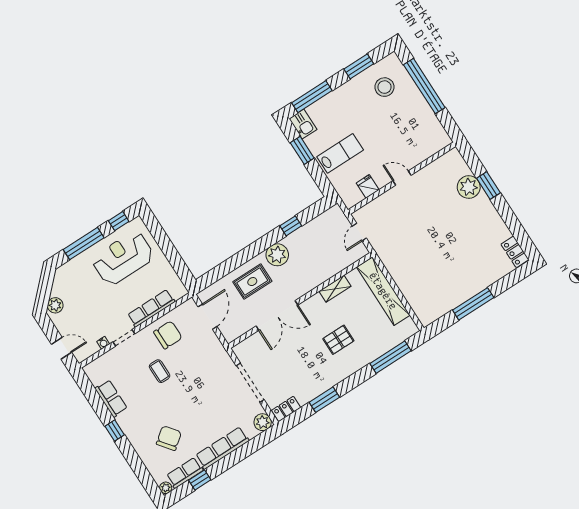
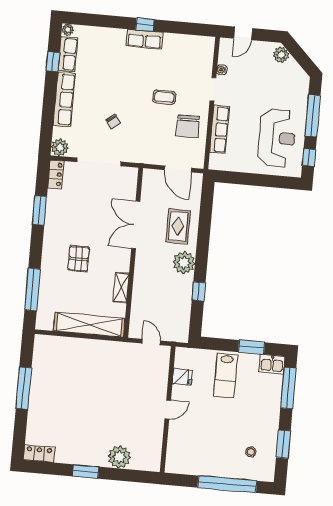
stool: (384, 87) -> (251, 452), width x0.53, depth x0.53
window: (488, 186) -> (86, 472), moved
row of seats: (111, 398) -> (144, 39), moved
chair: (169, 438) -> (113, 122), moved, width x0.54, depth x0.54

